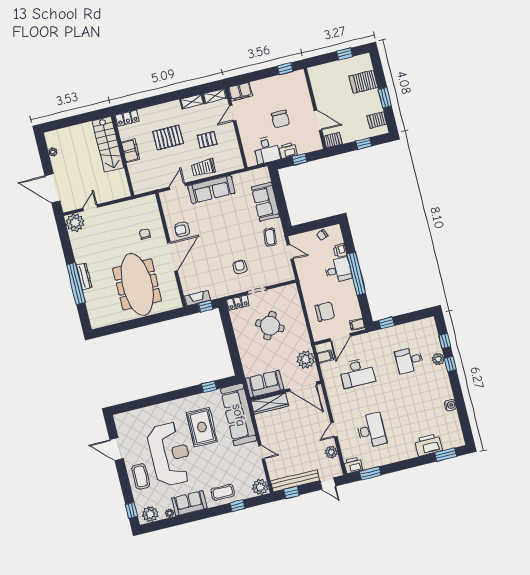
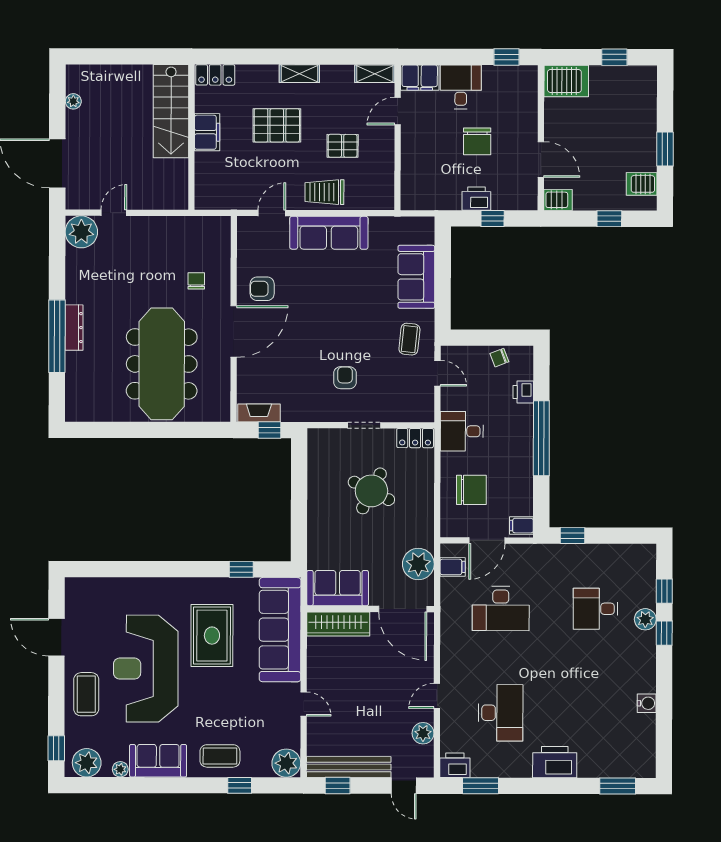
server rack: (363, 82) -> (566, 81), moved, turned 180
shelving: (192, 101) -> (299, 74), moved
desk: (267, 150) -> (461, 87), moved, turned 180
desk: (338, 270) -> (462, 431), moved, turned 180
locker: (238, 303) -> (415, 438), moved
printer: (428, 445) -> (555, 762), moved
reception desk: (170, 454) -> (146, 669), turned 180

